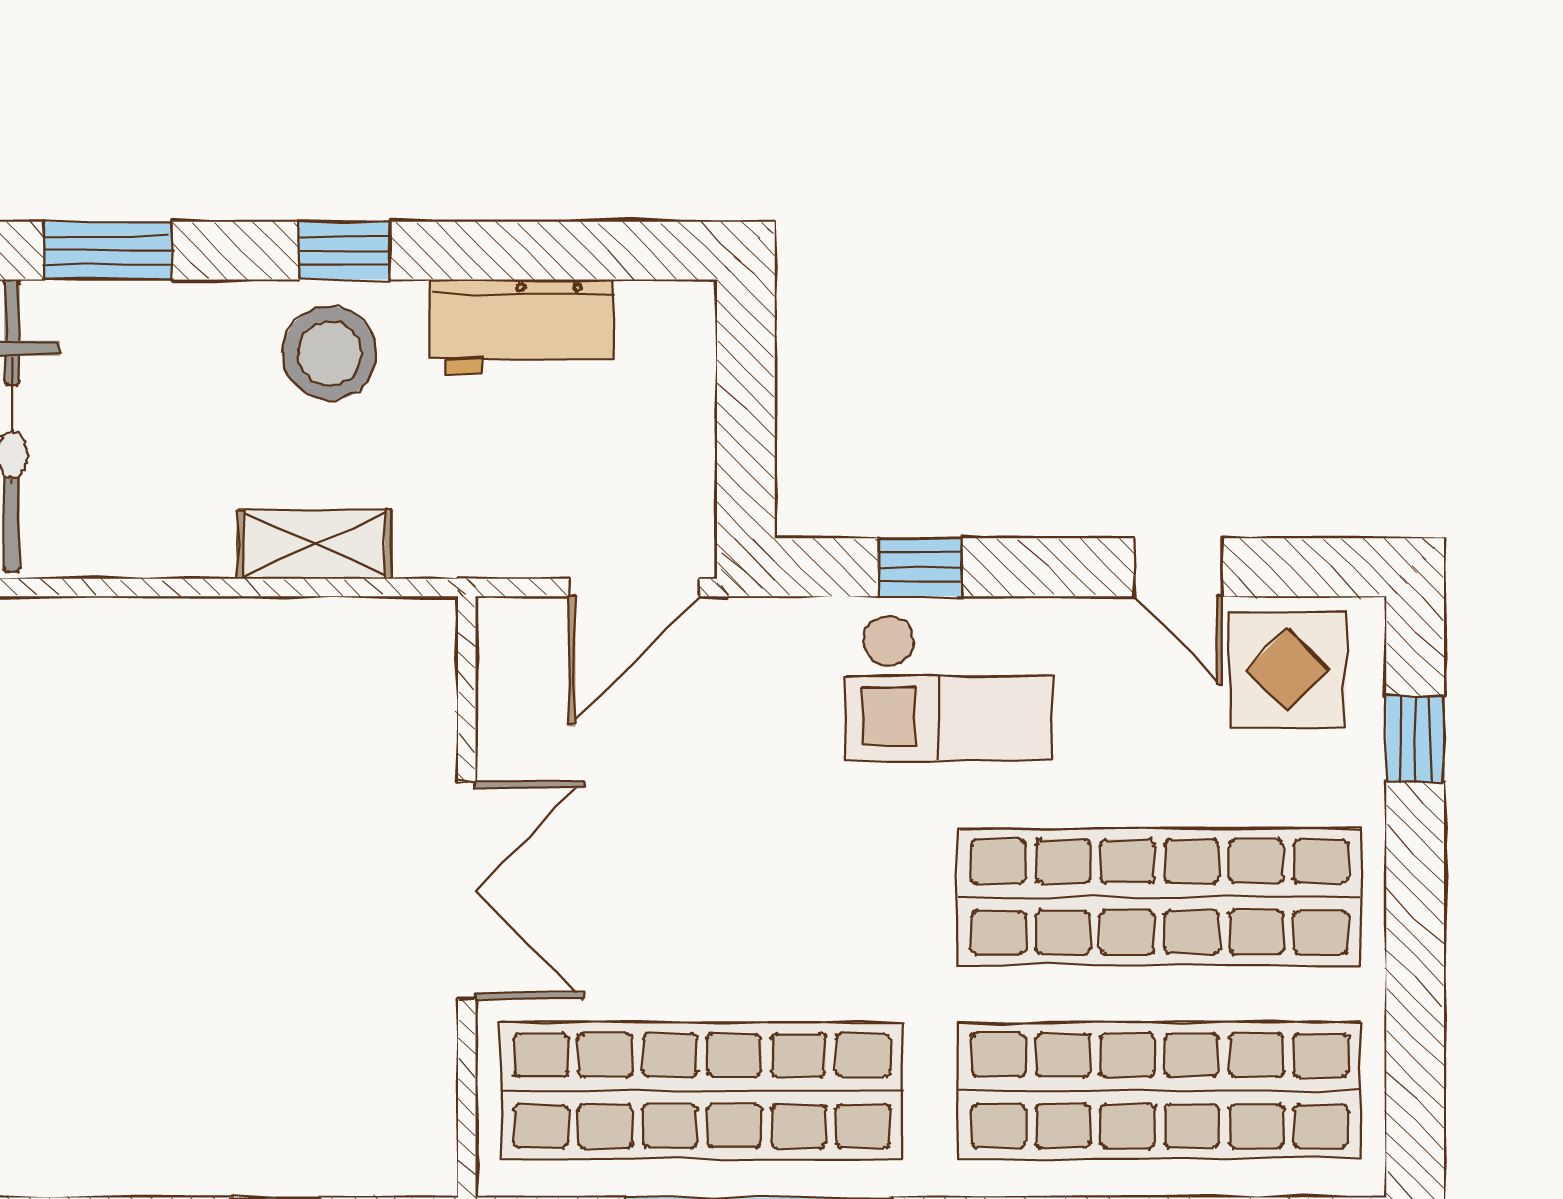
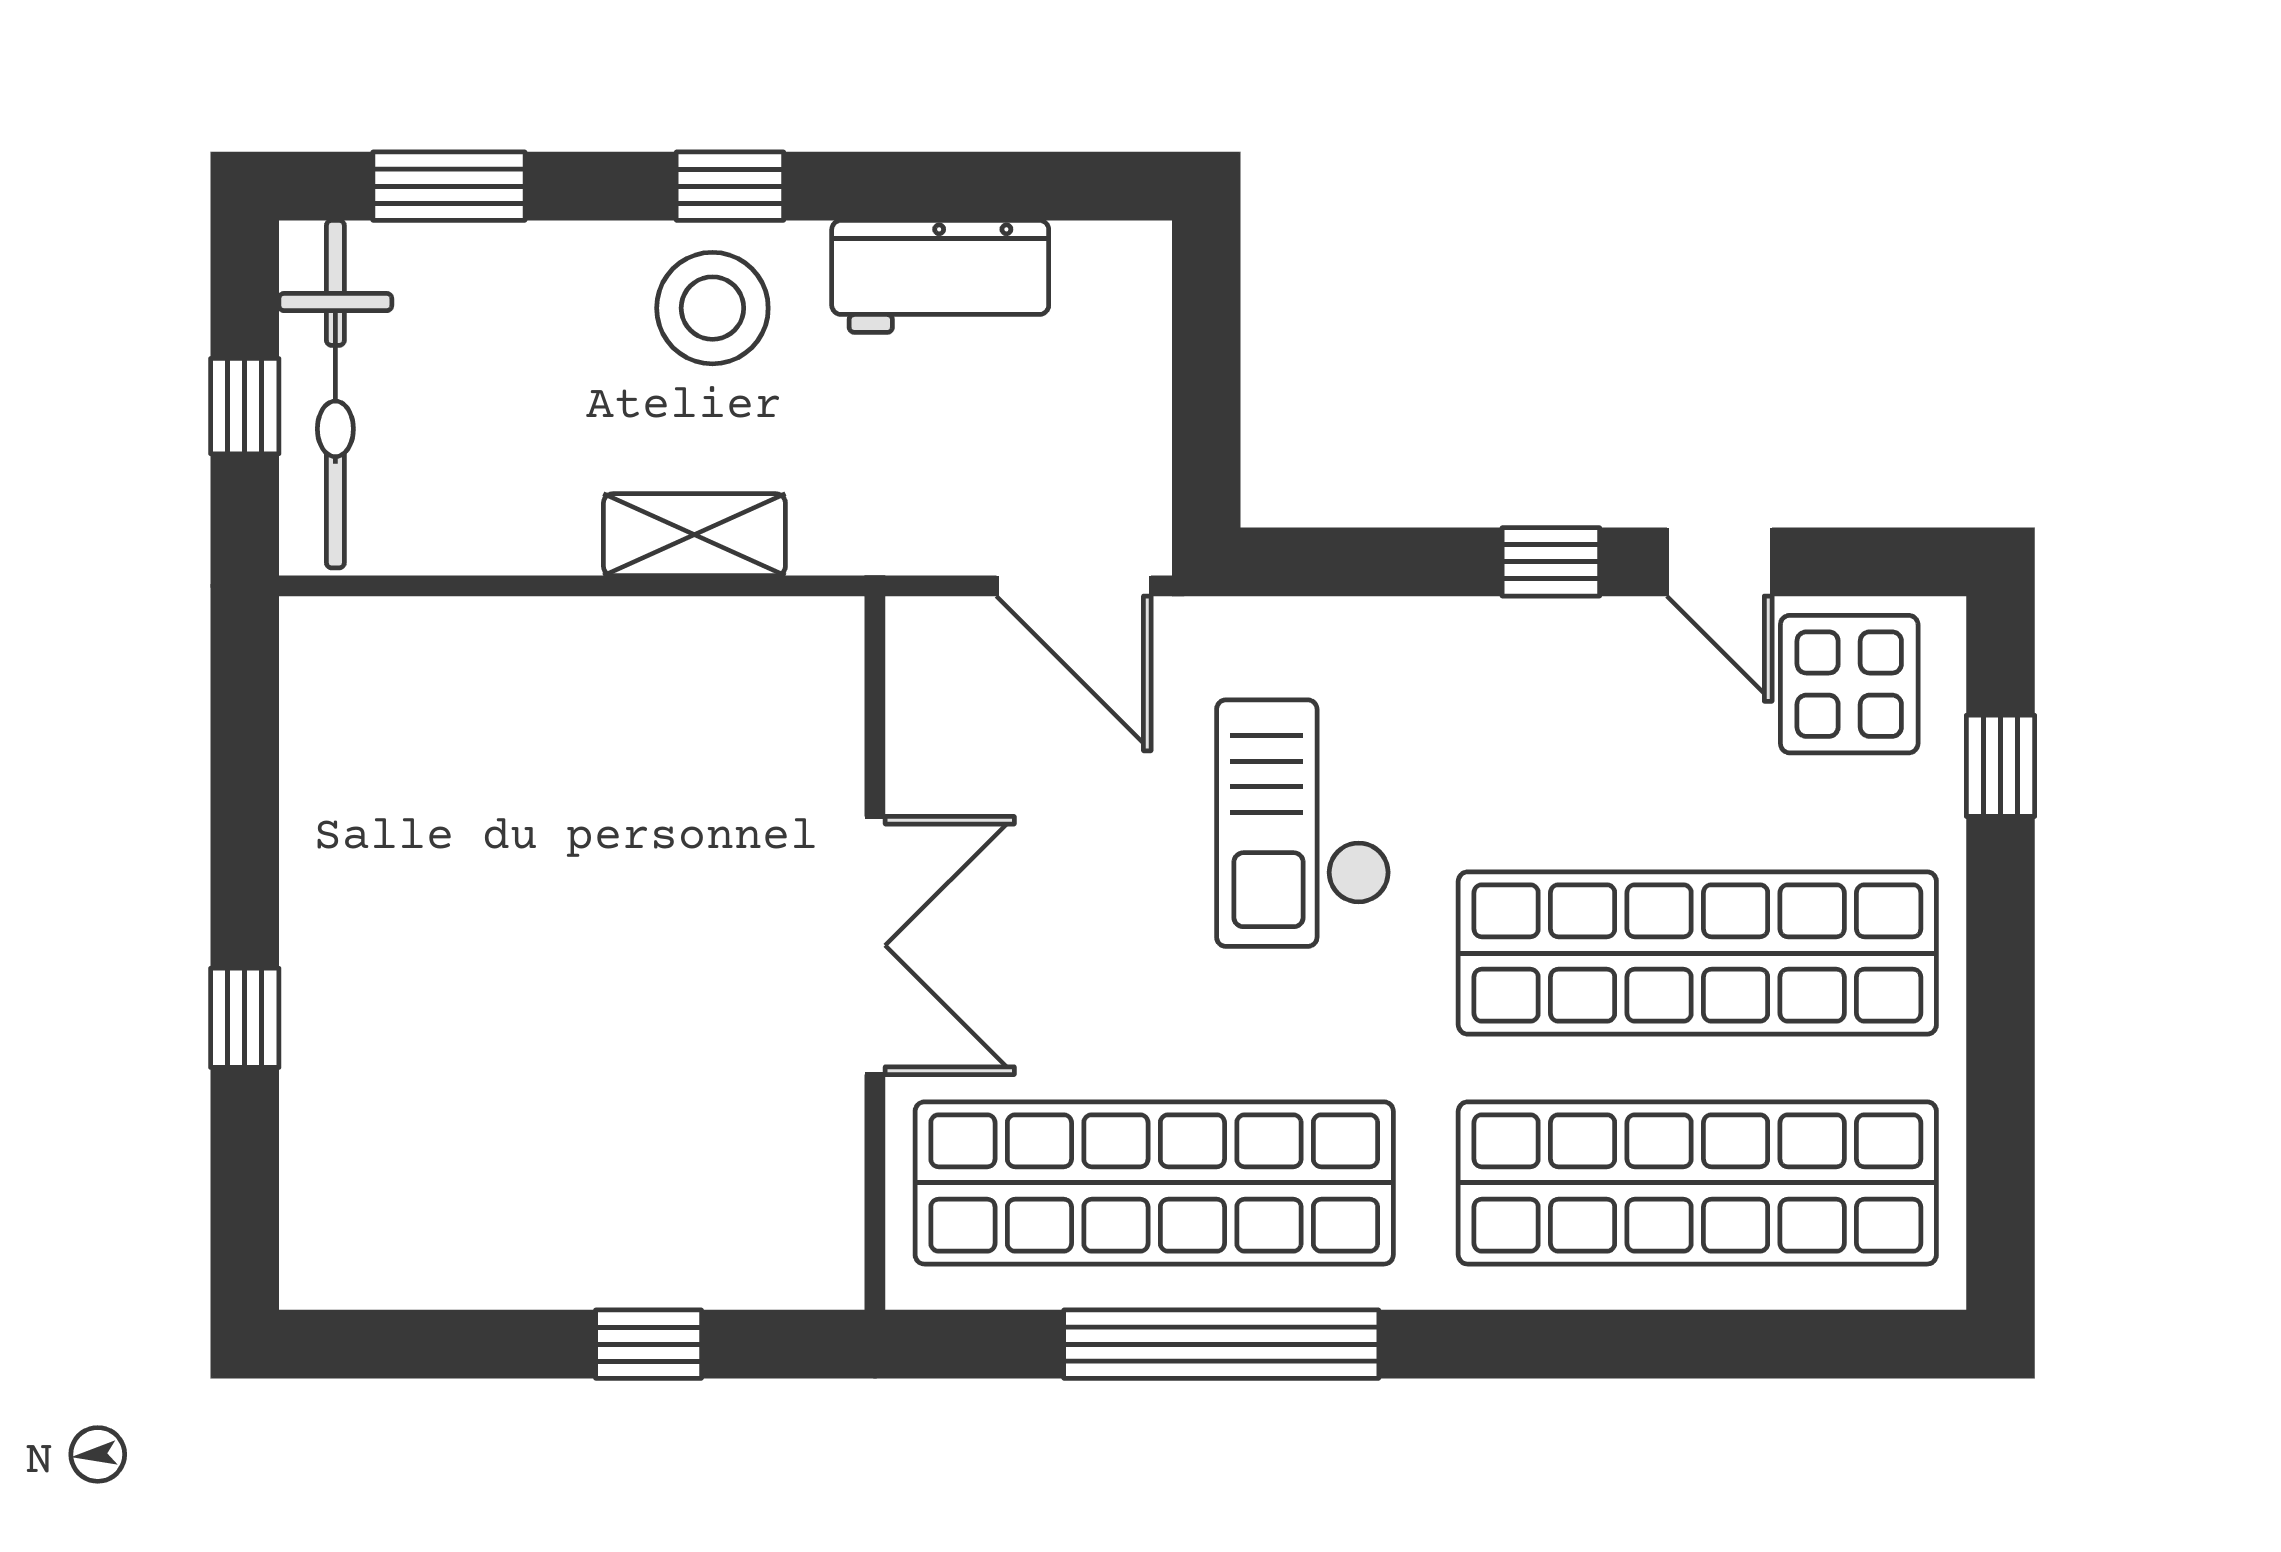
window: (920, 567) -> (1551, 562), moved
door: (634, 587) -> (1074, 586), hinge flipped
checkout: (949, 688) -> (1303, 823), moved, turned 90

